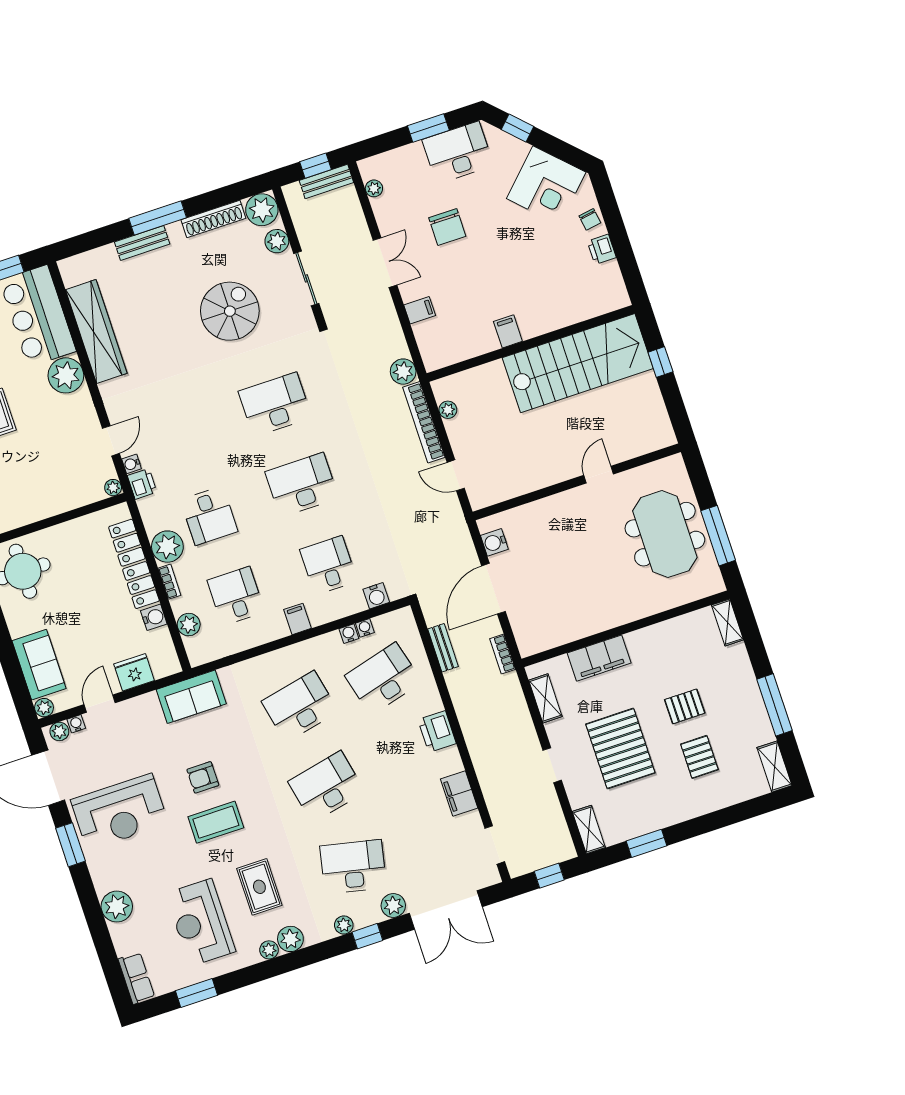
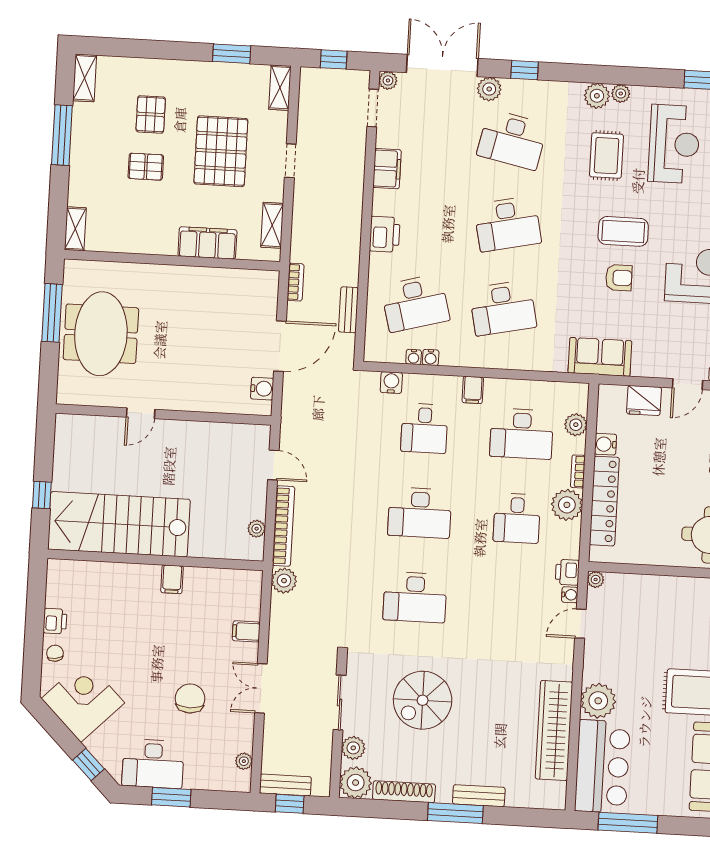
desk: (209, 516) -> (517, 518), turned 180
desk: (236, 596) -> (522, 434), width x1.37
plant: (344, 925) -> (388, 80), moved

